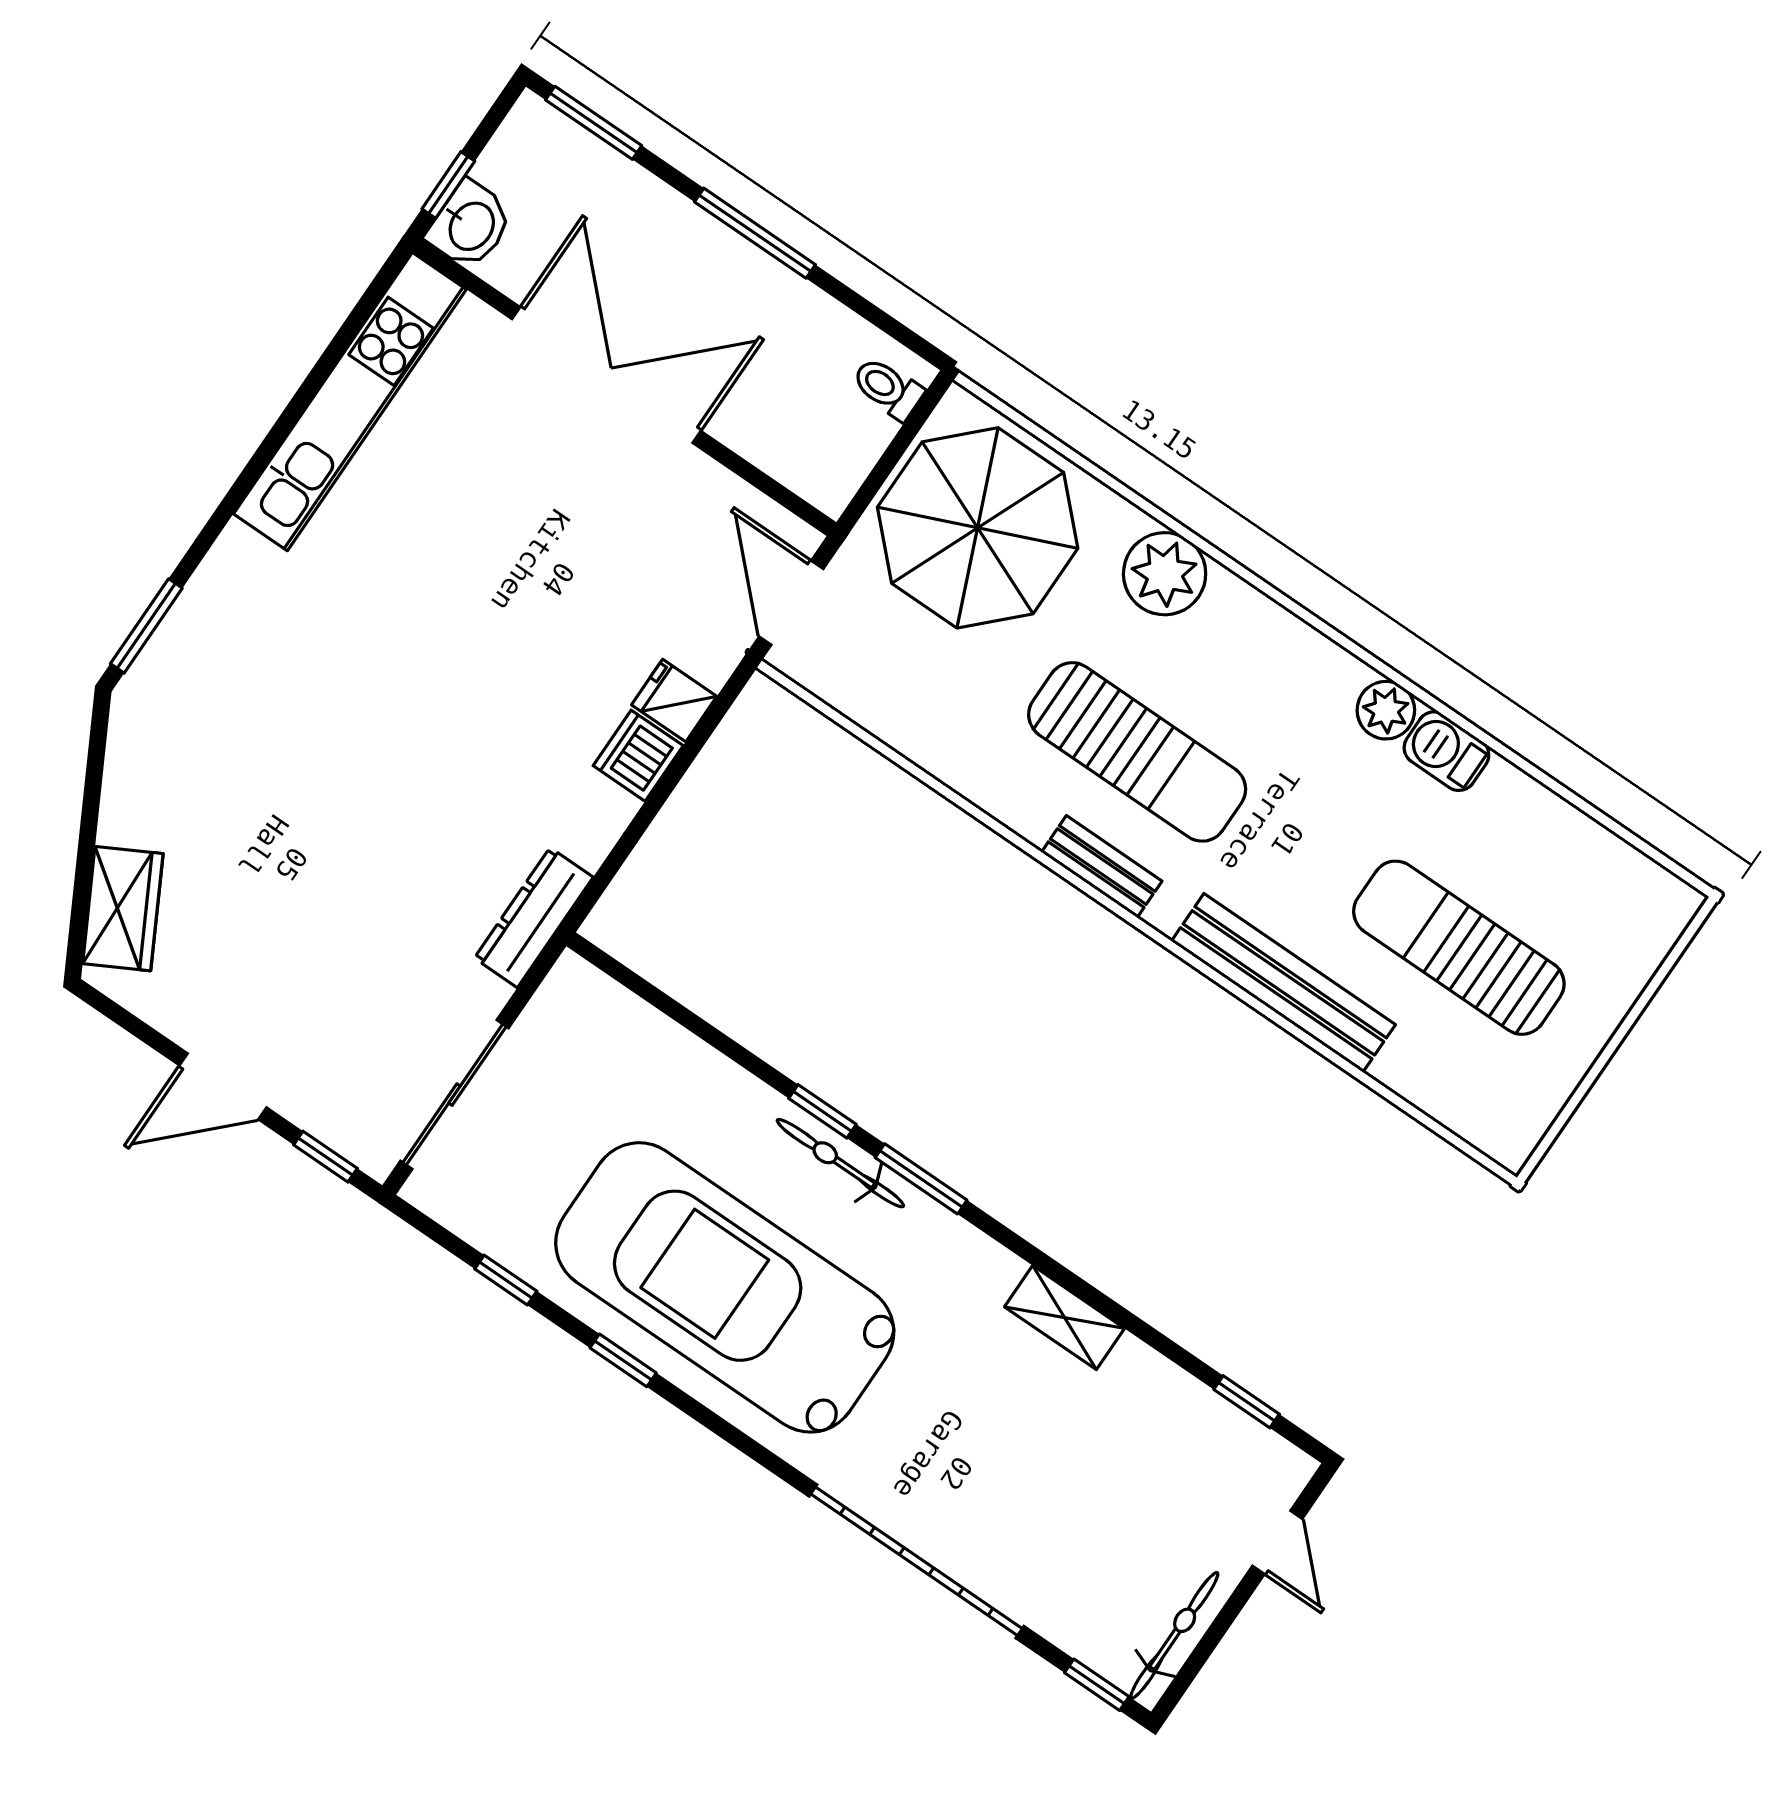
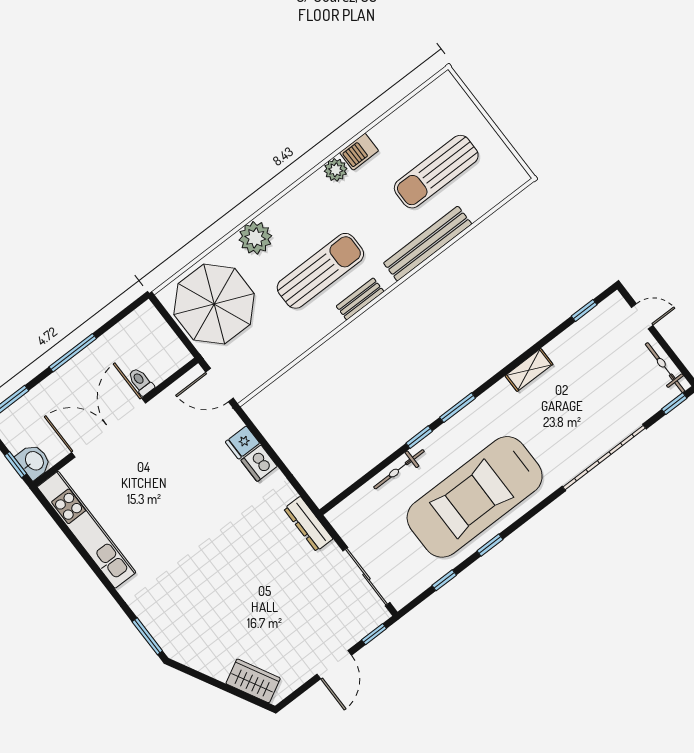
toilet: (888, 388) -> (141, 382), moved, turned 90
bicycle: (840, 1163) -> (399, 469), moved

